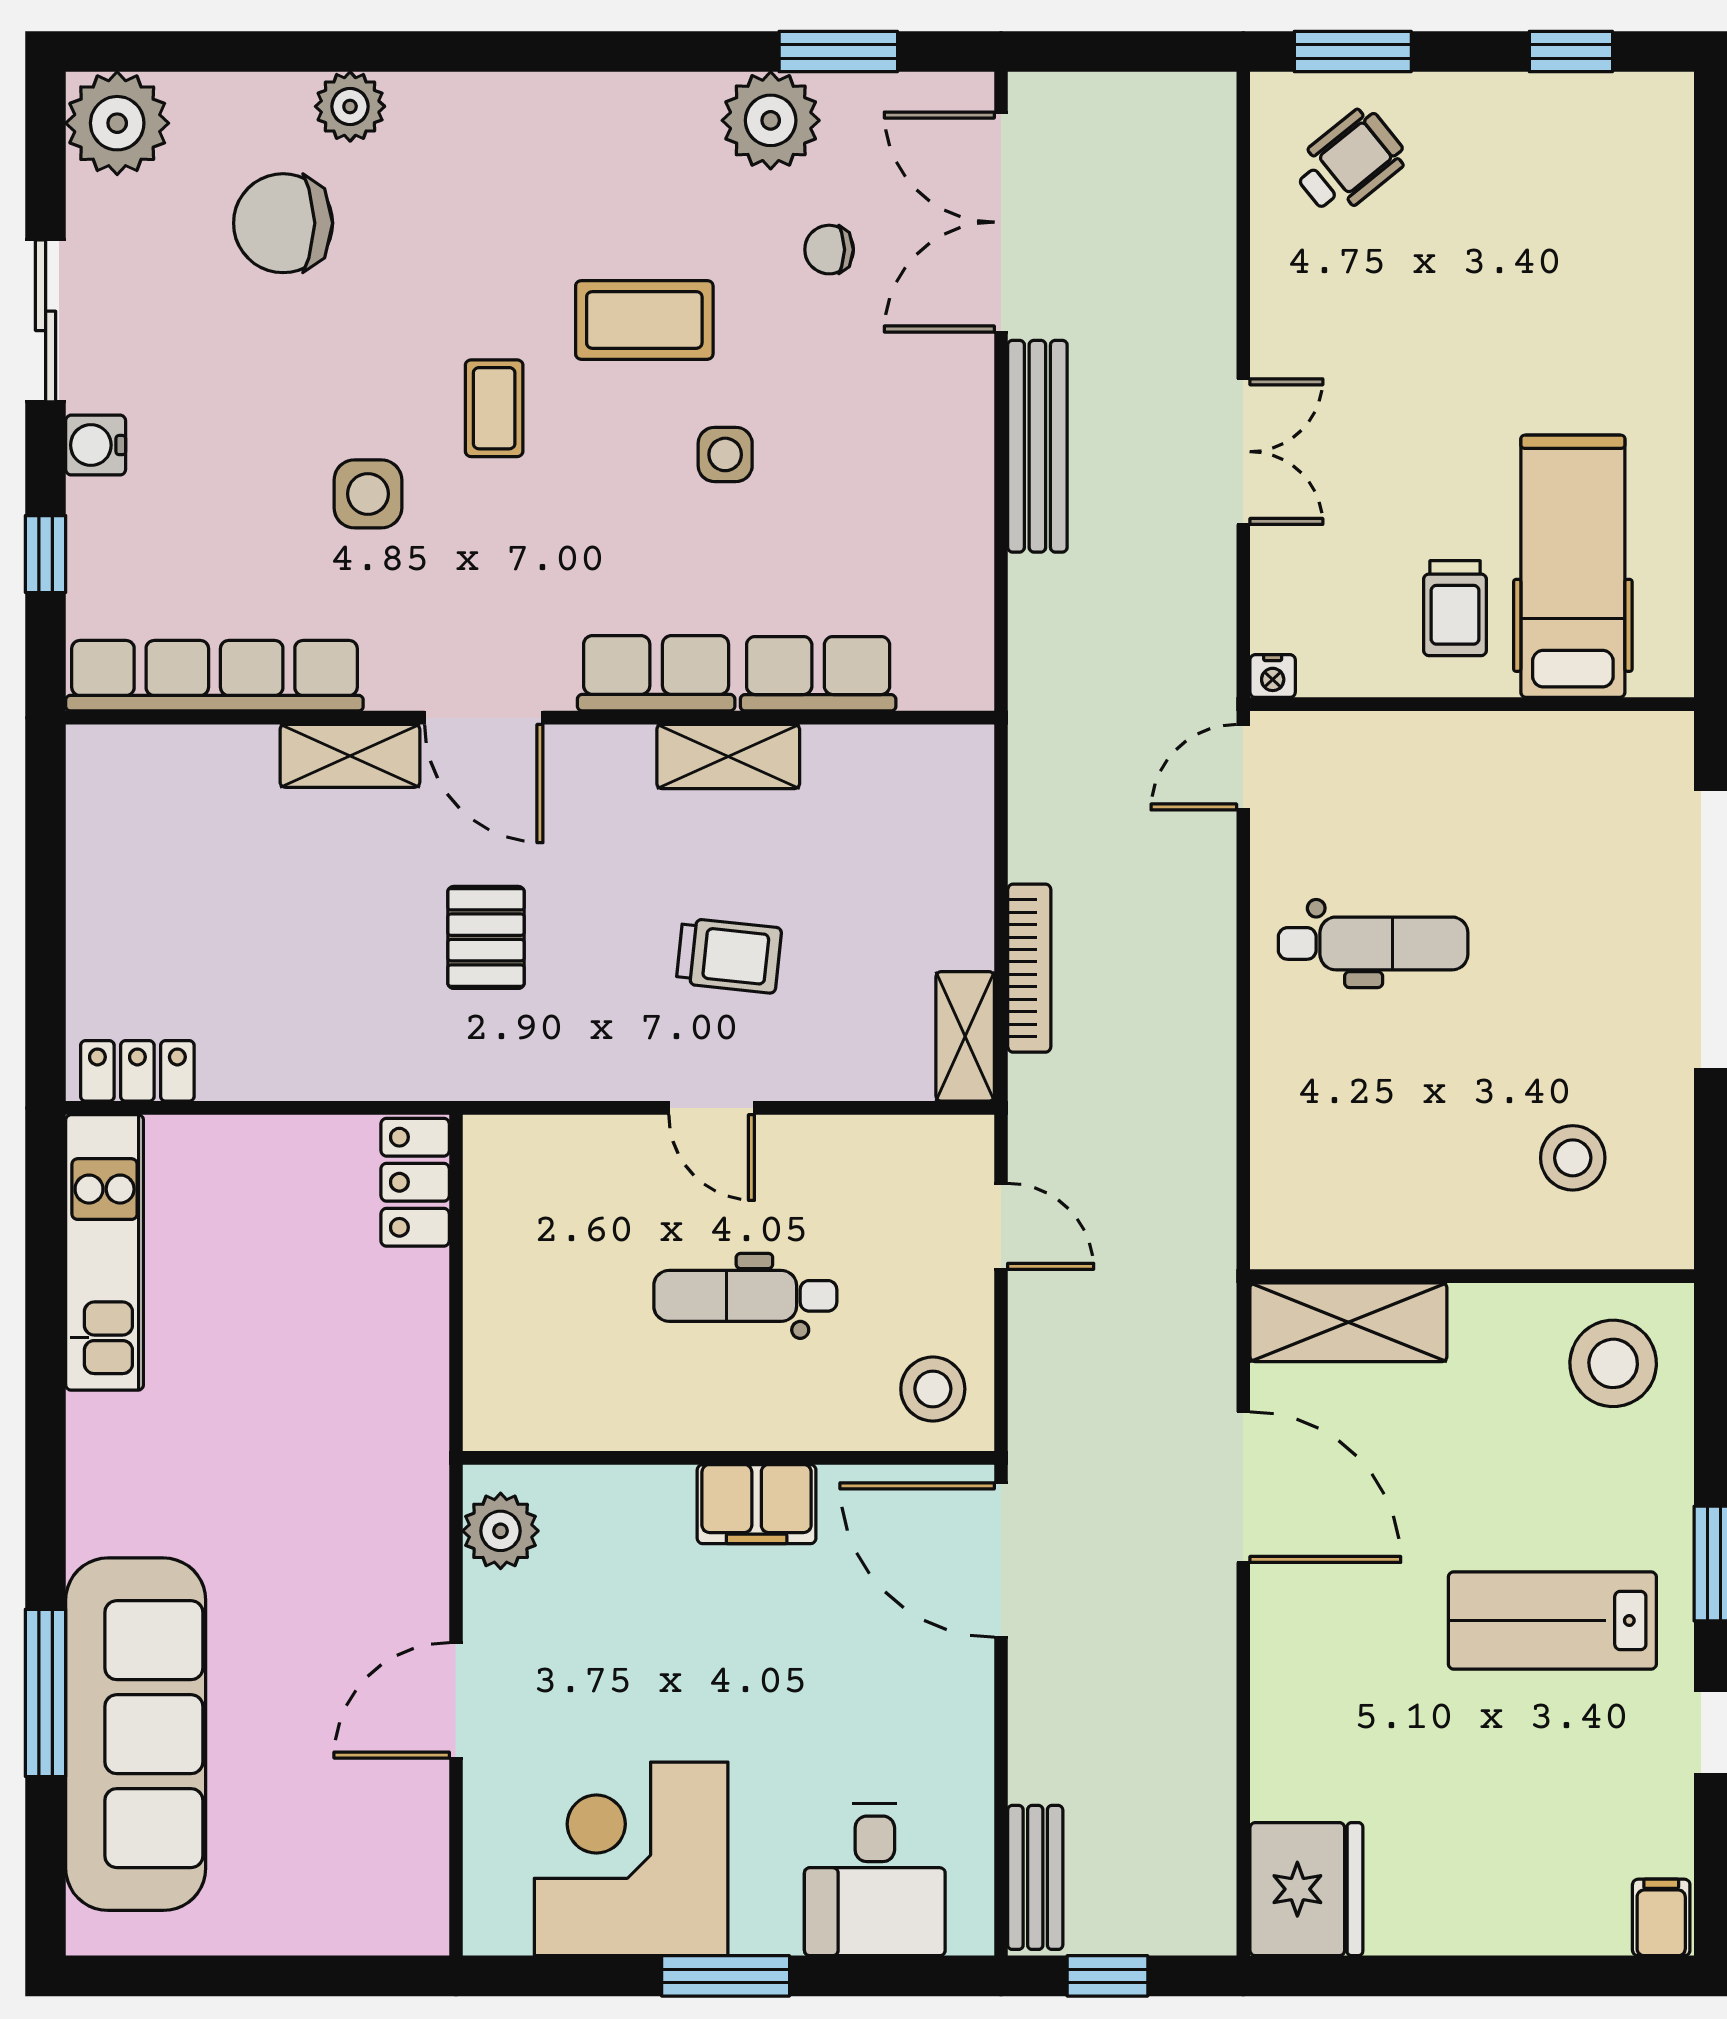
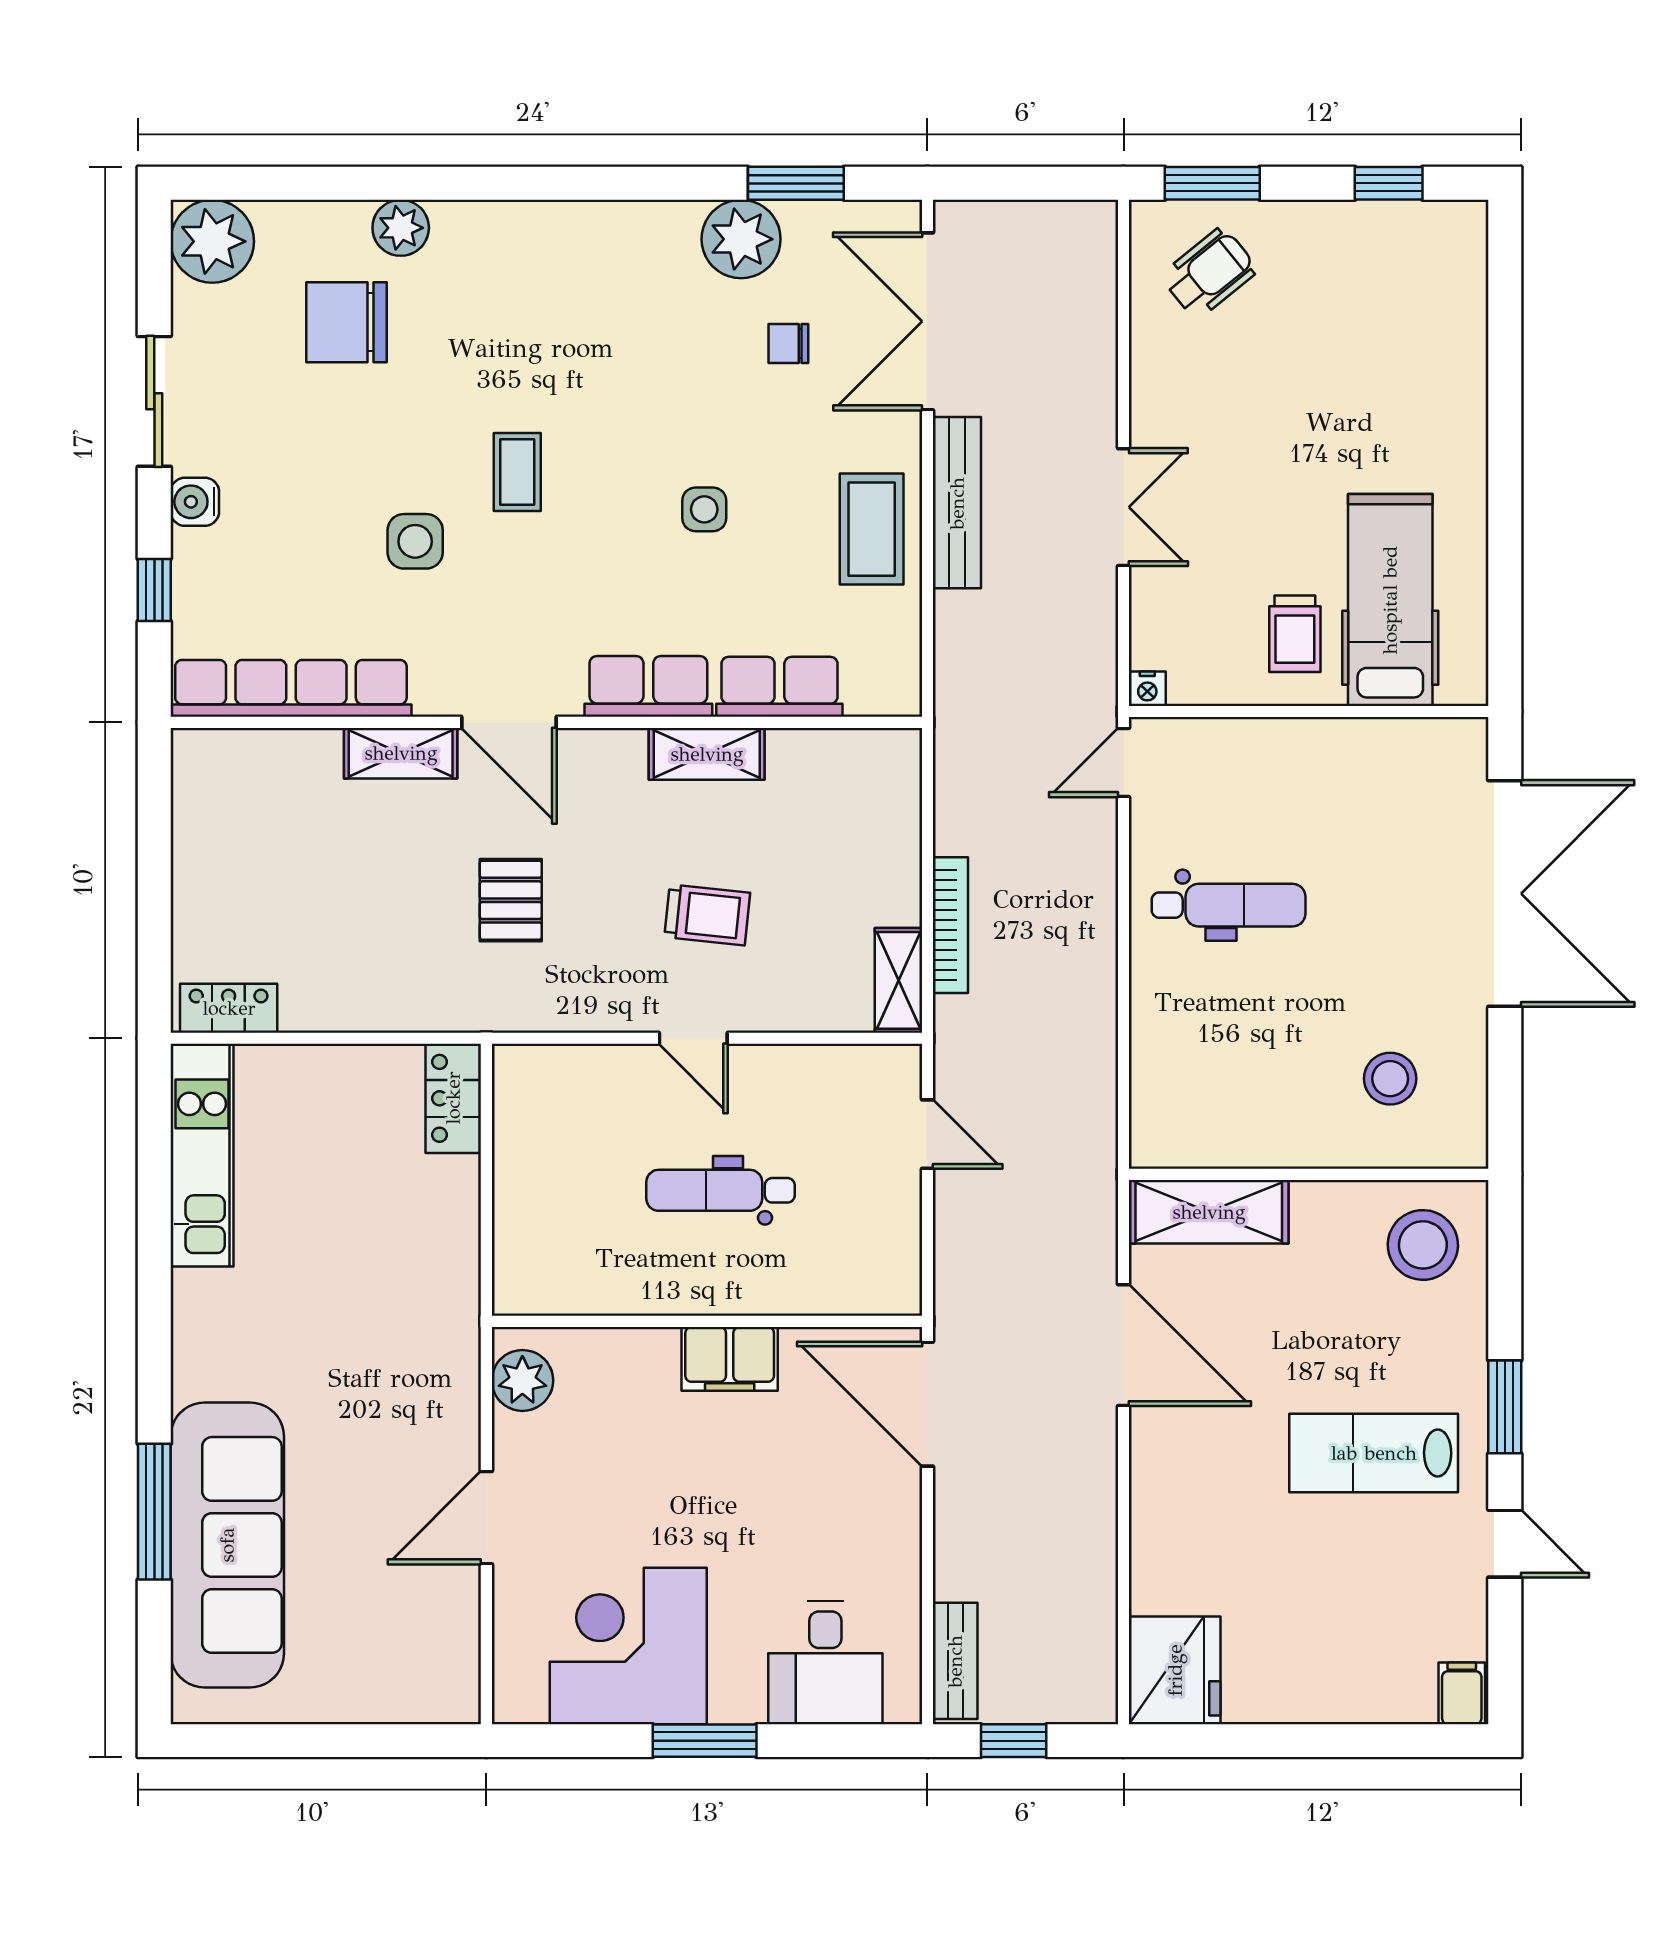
coffee table: (644, 320) -> (872, 529), moved, turned 90
stool: (933, 1389) -> (872, 1266), removed

